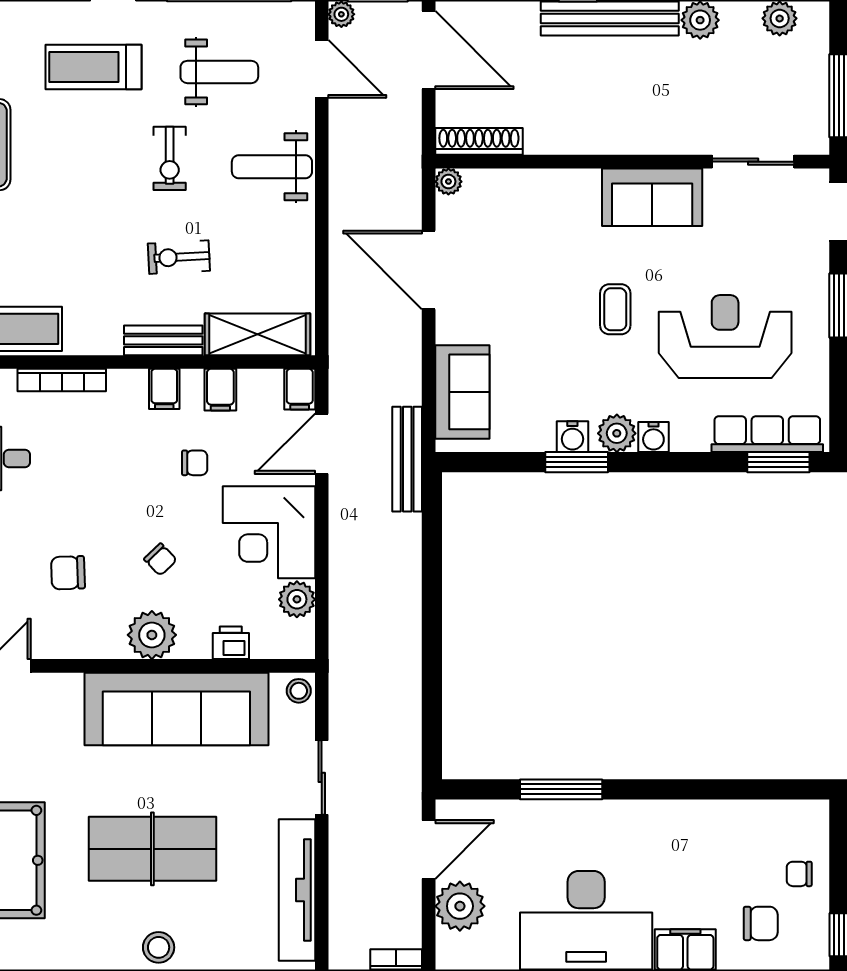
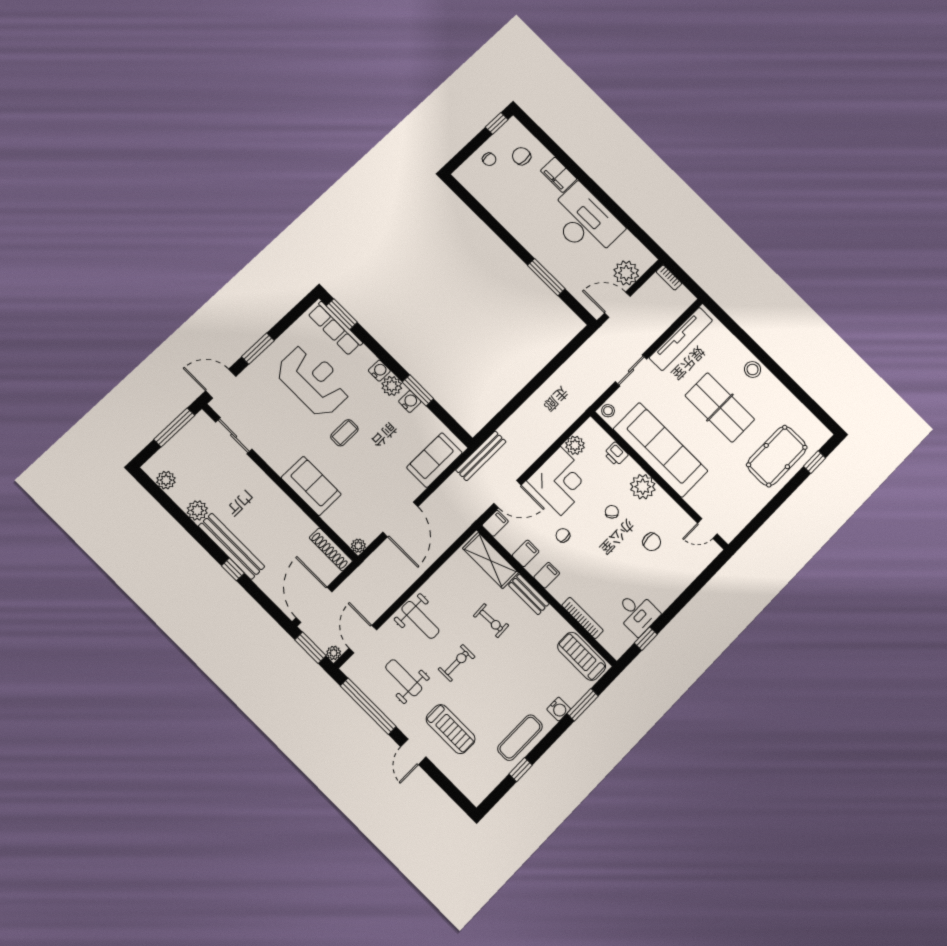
sofa: (652, 197) -> (311, 486), moved
reception desk: (725, 337) -> (313, 381), turned 180

